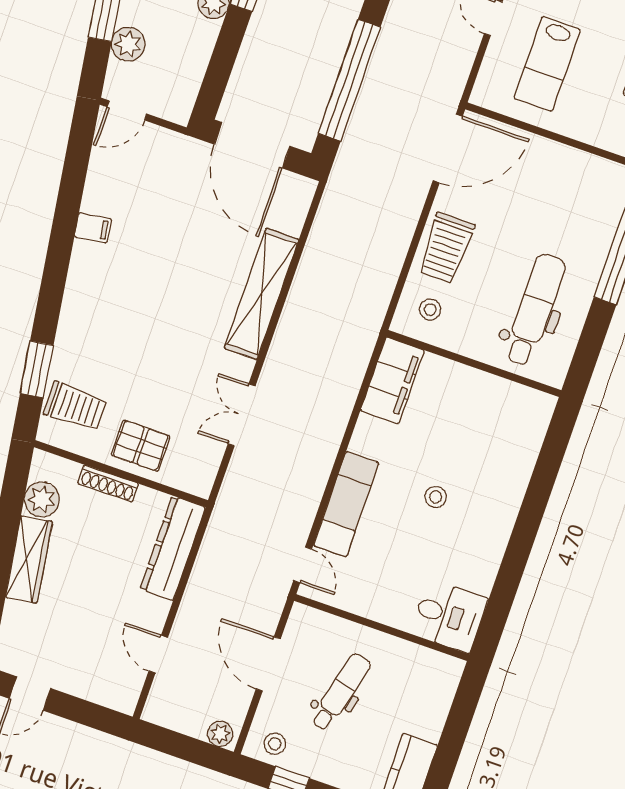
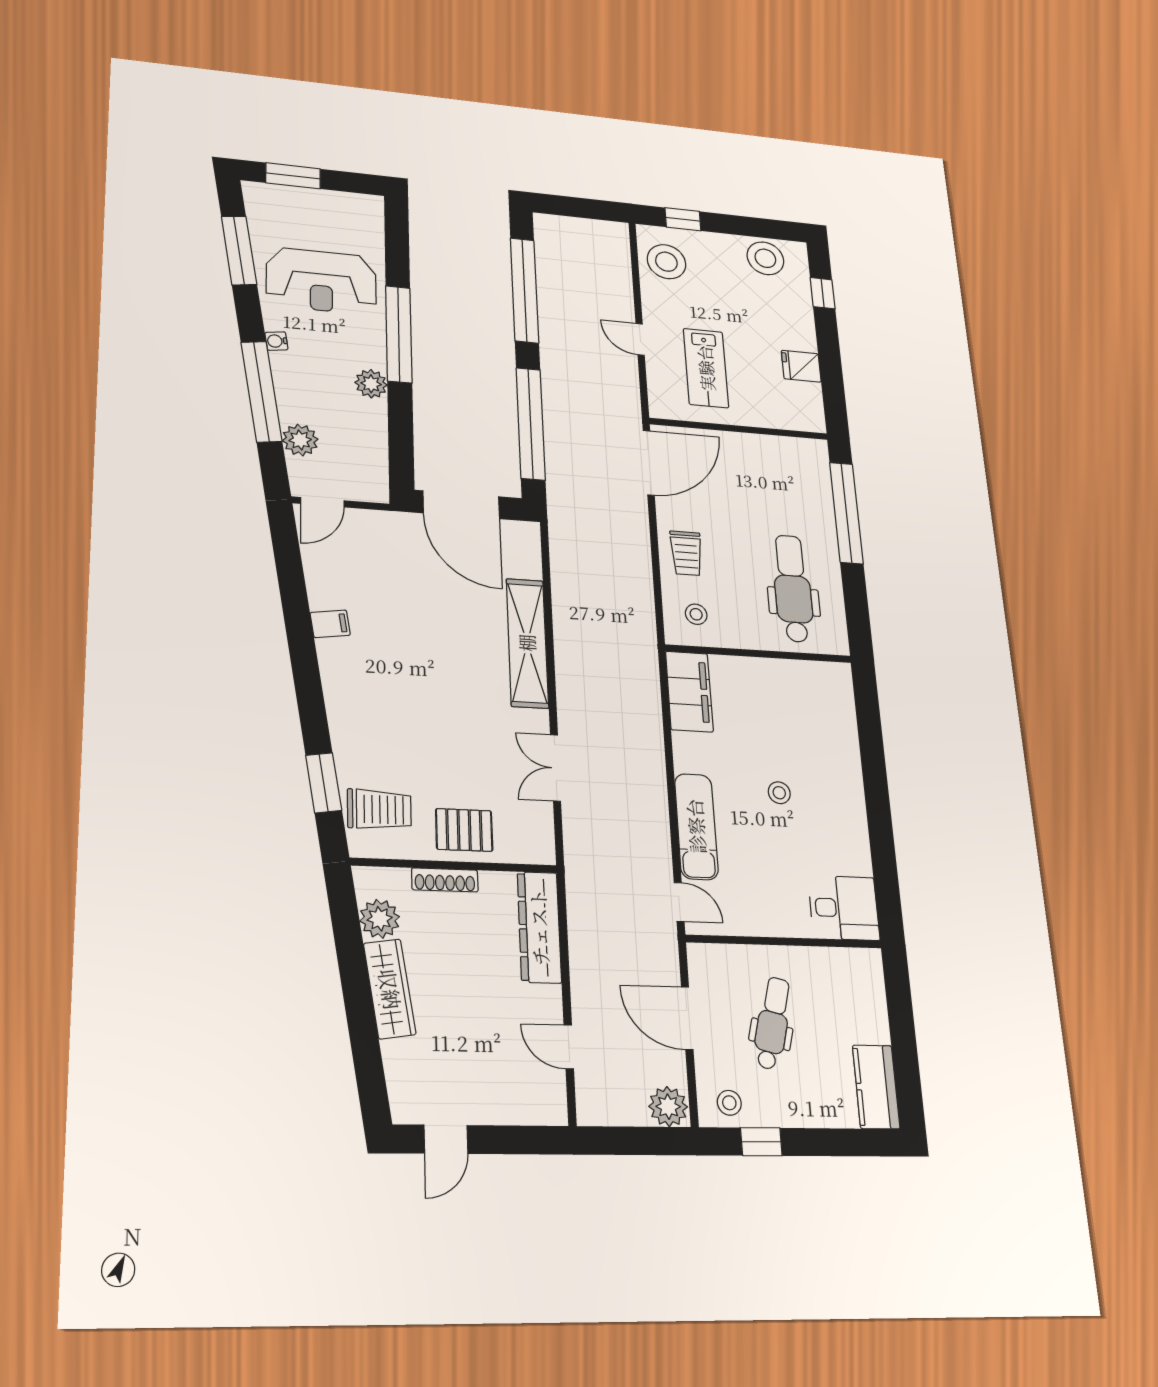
trolley: (446, 248) -> (686, 553), width x0.73, depth x0.72
plant: (220, 734) -> (668, 1107), width x1.38, depth x1.38

